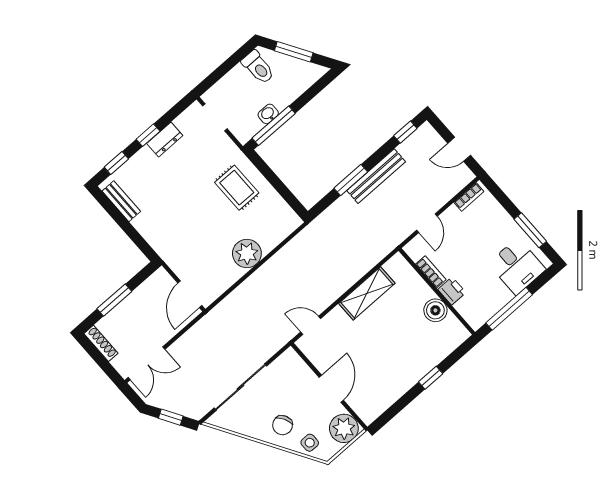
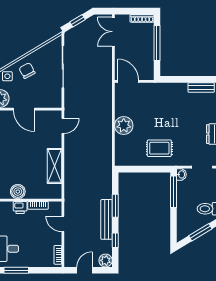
washbasin: (268, 114) -> (181, 174), moved
window: (405, 132) -> (115, 240), moved
plant: (426, 134) -> (106, 260), added
window: (114, 300) -> (157, 43), width x1.44

